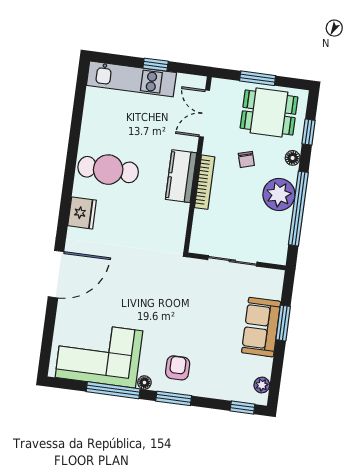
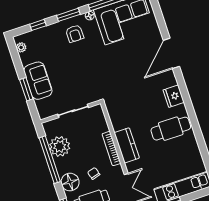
floor lamp: (293, 158) -> (70, 182), width x1.89, depth x1.89
plant: (279, 194) -> (60, 146), moved
window: (242, 408) -> (38, 25), moved

